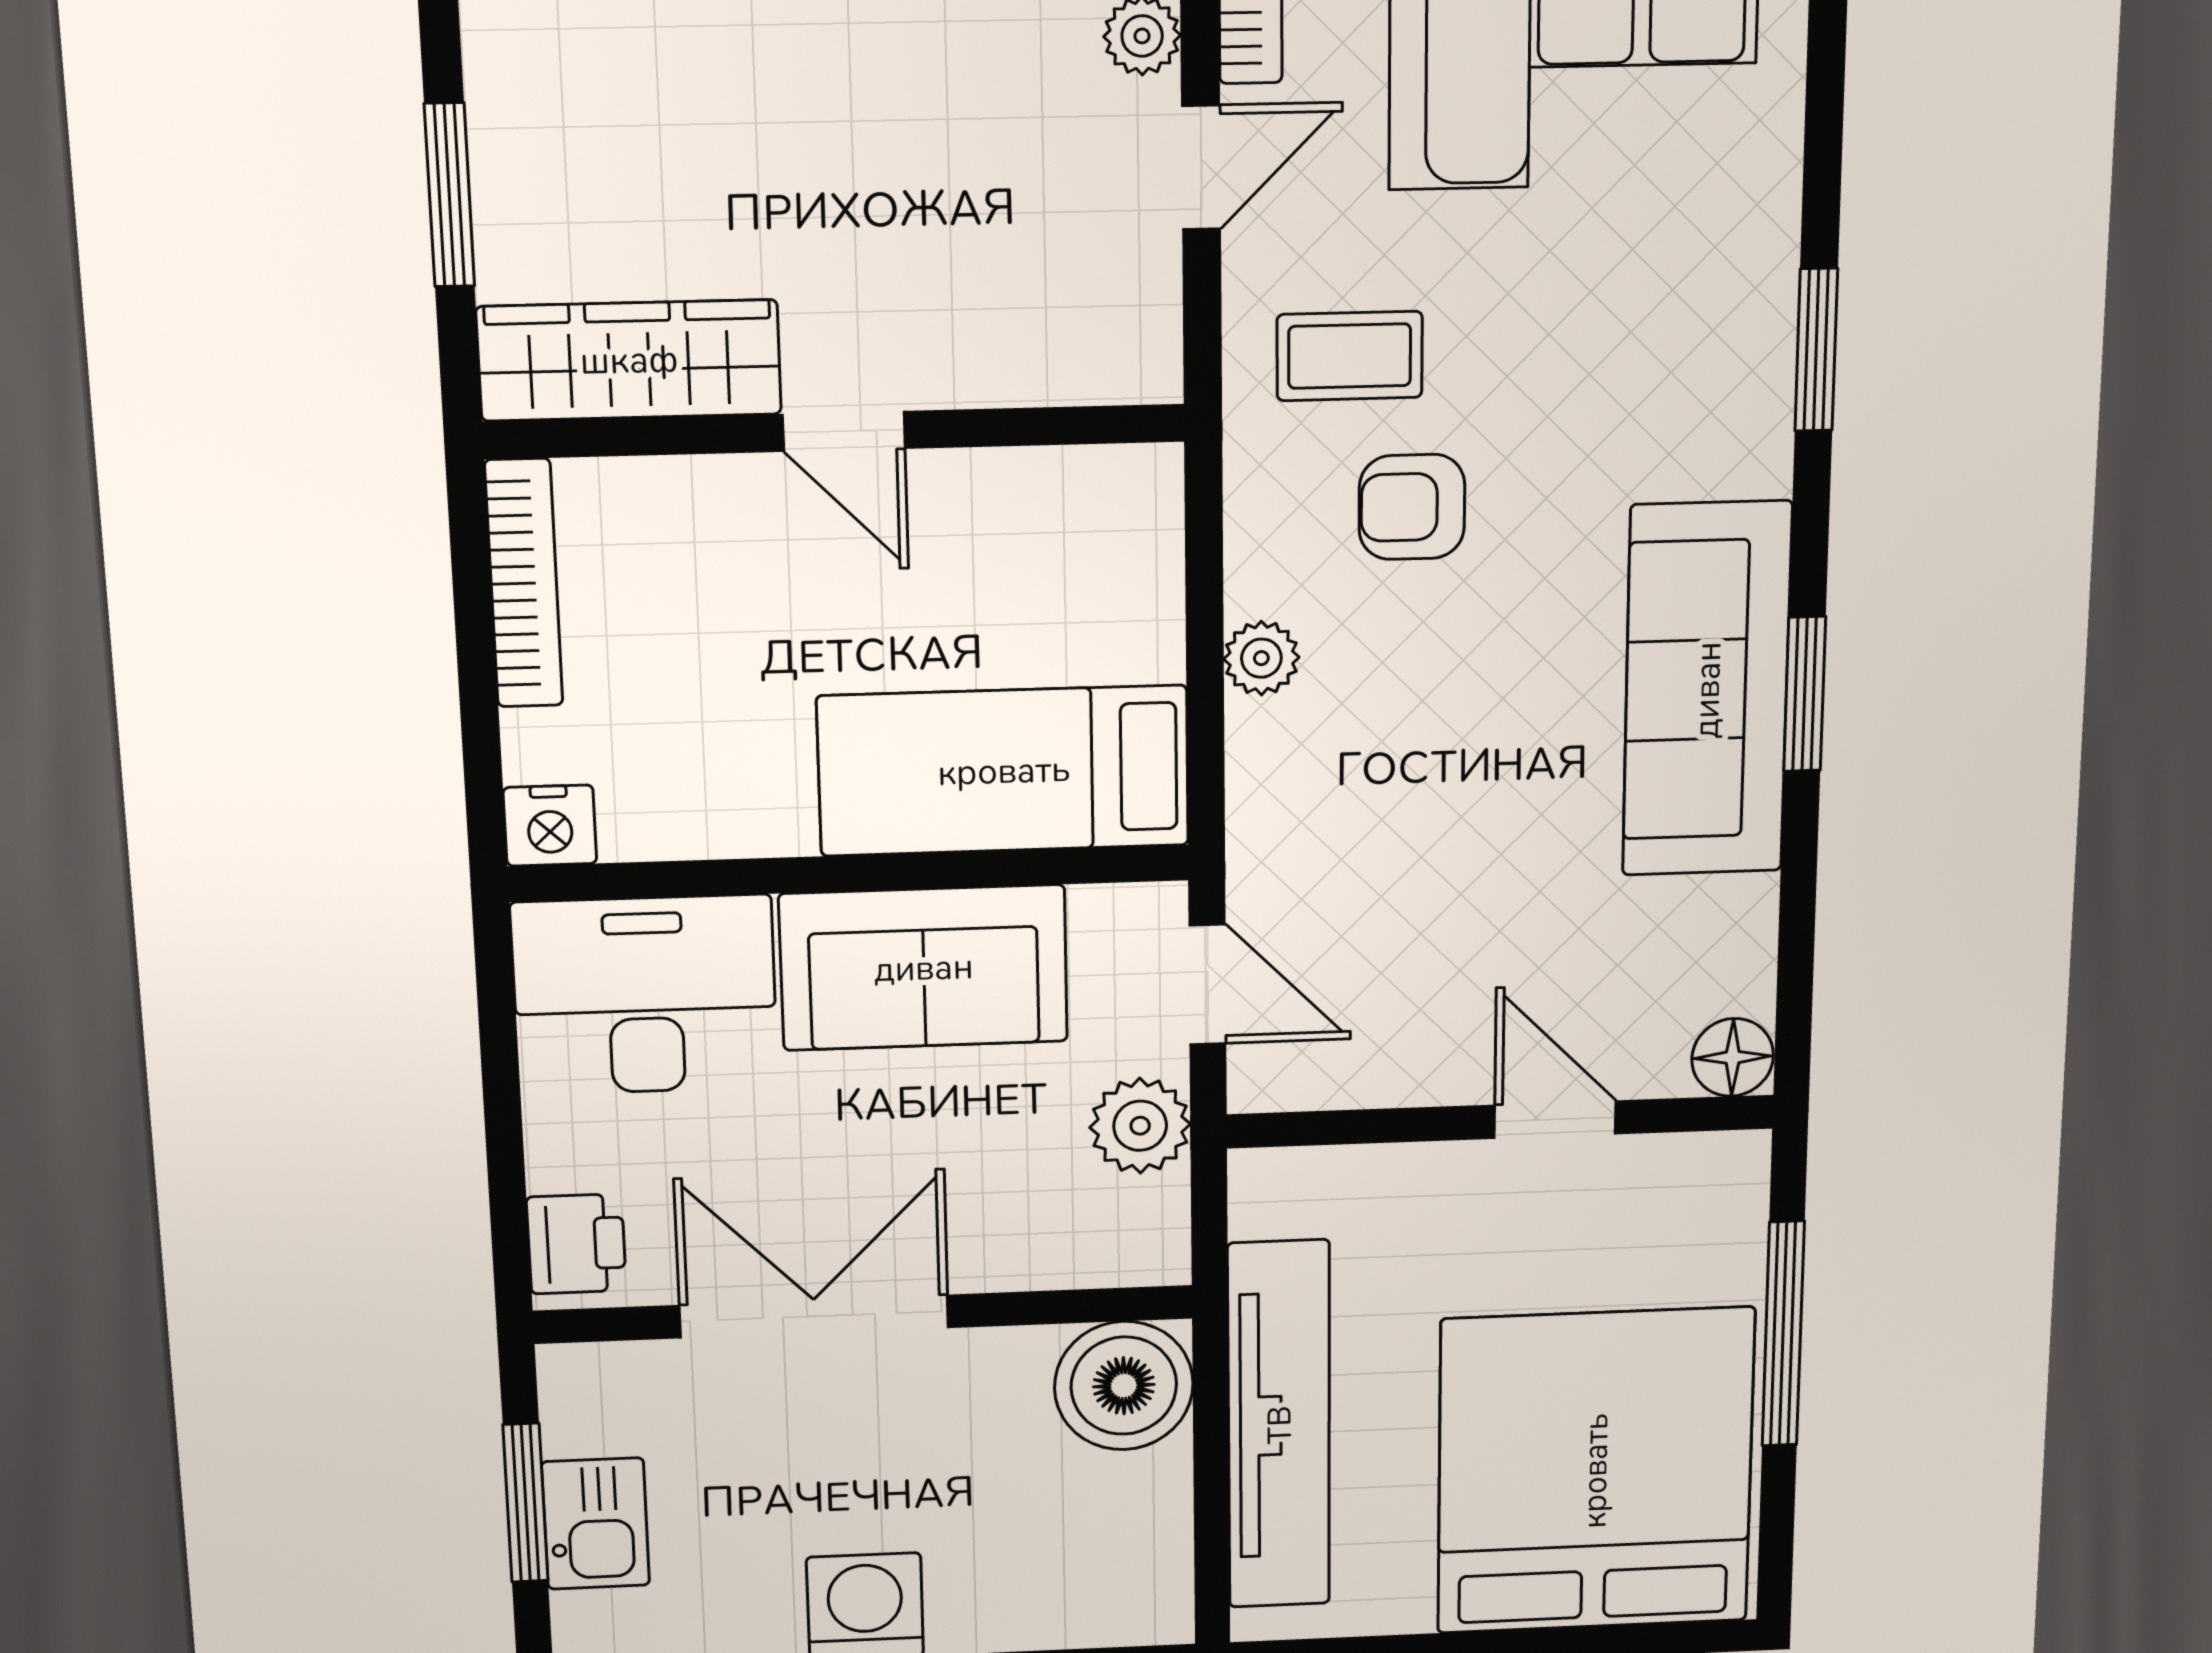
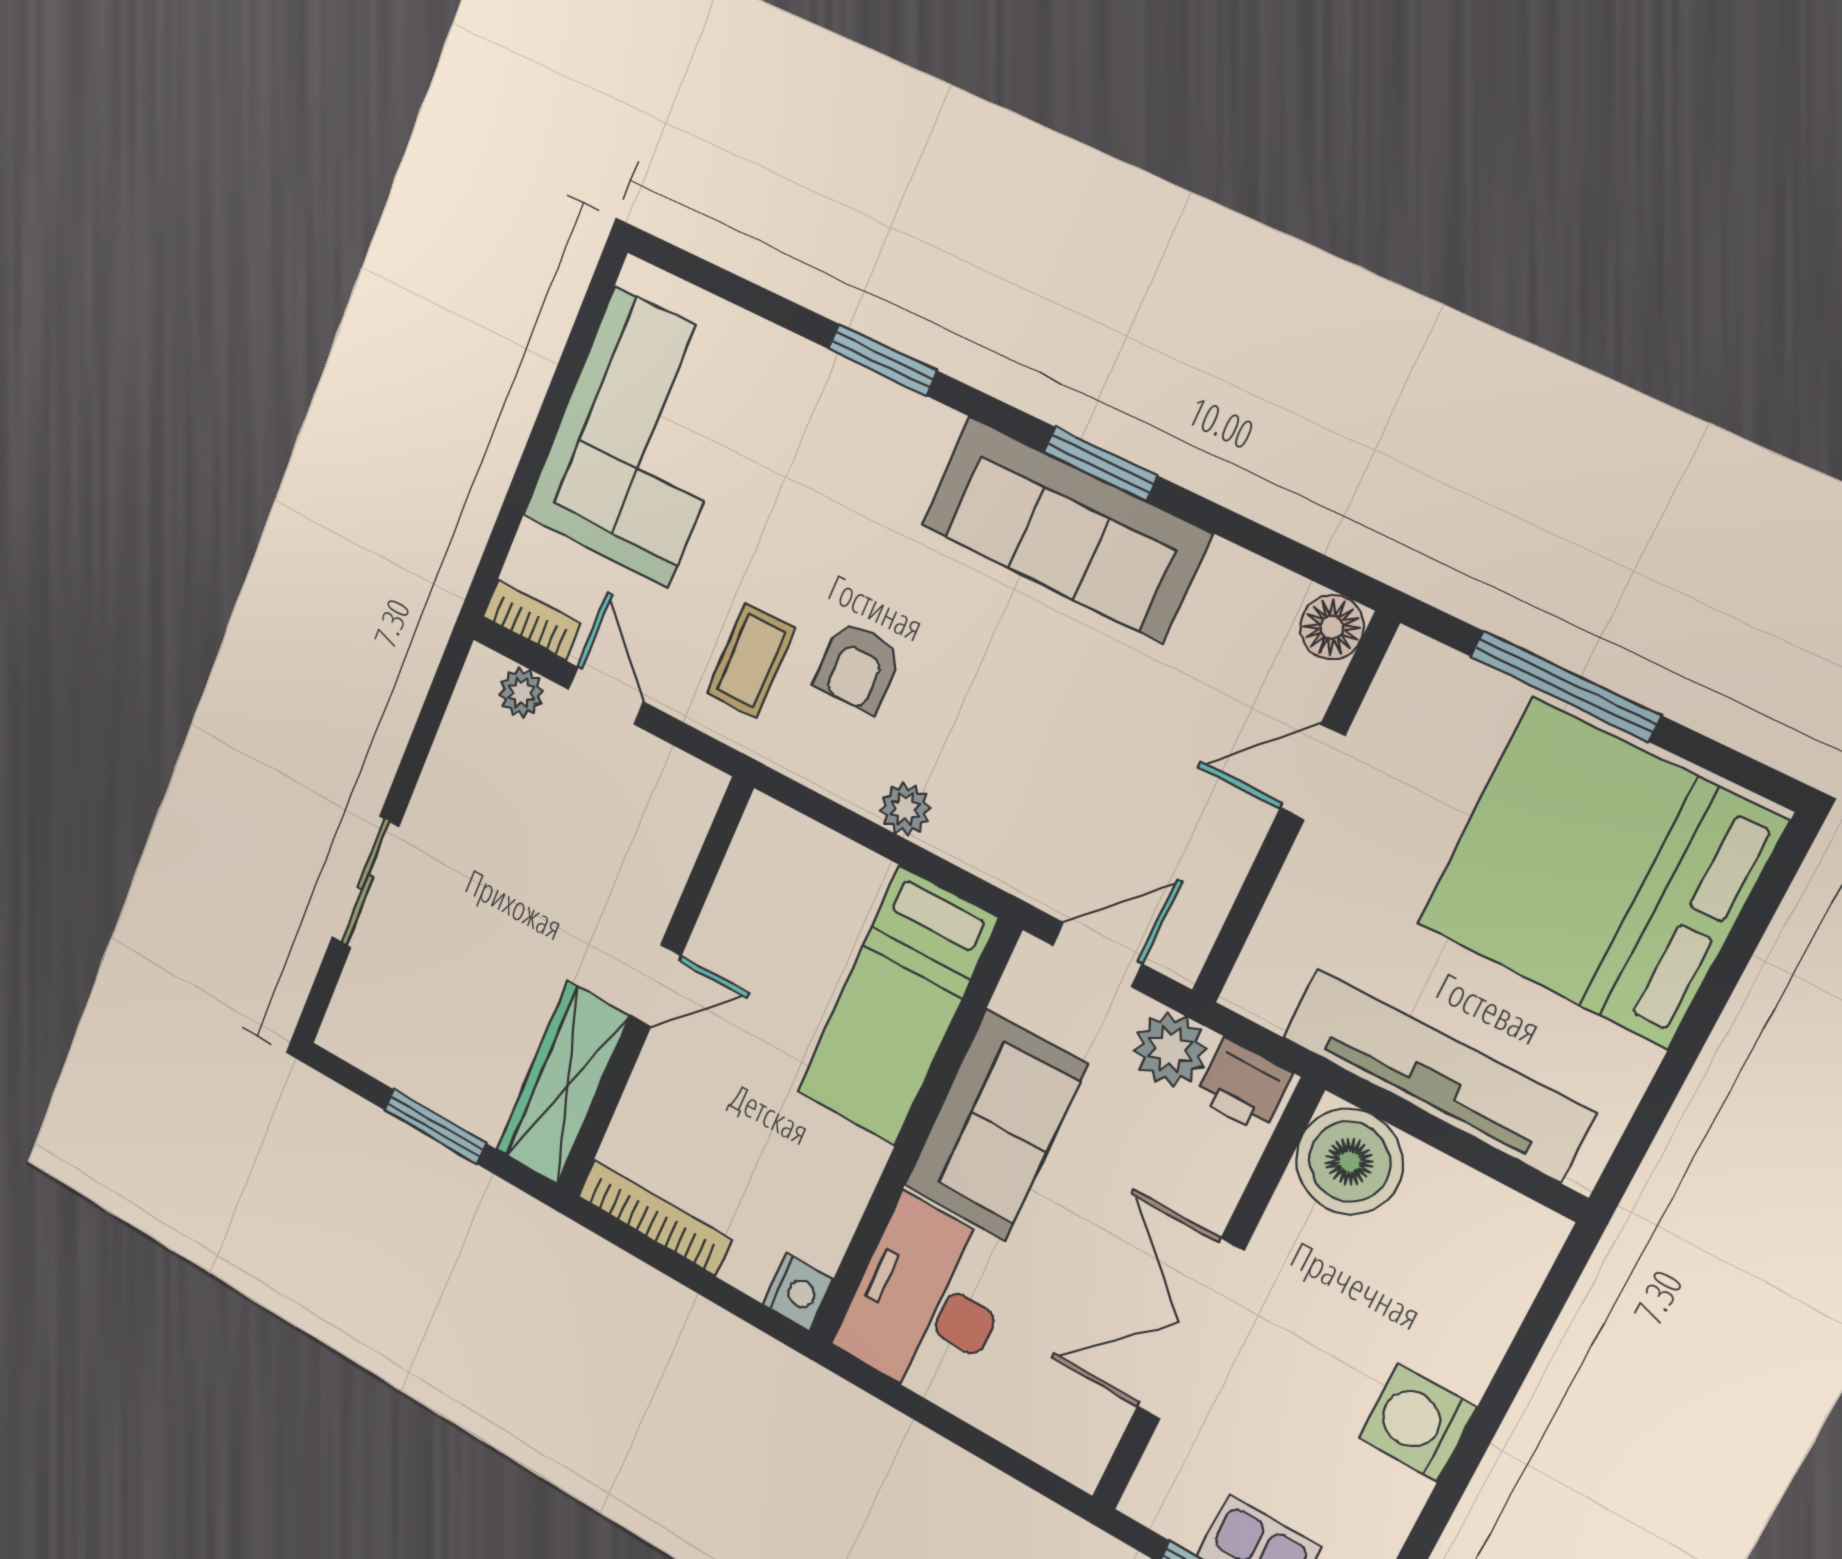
printer: (576, 1244) -> (1243, 1086), moved, turned 180

